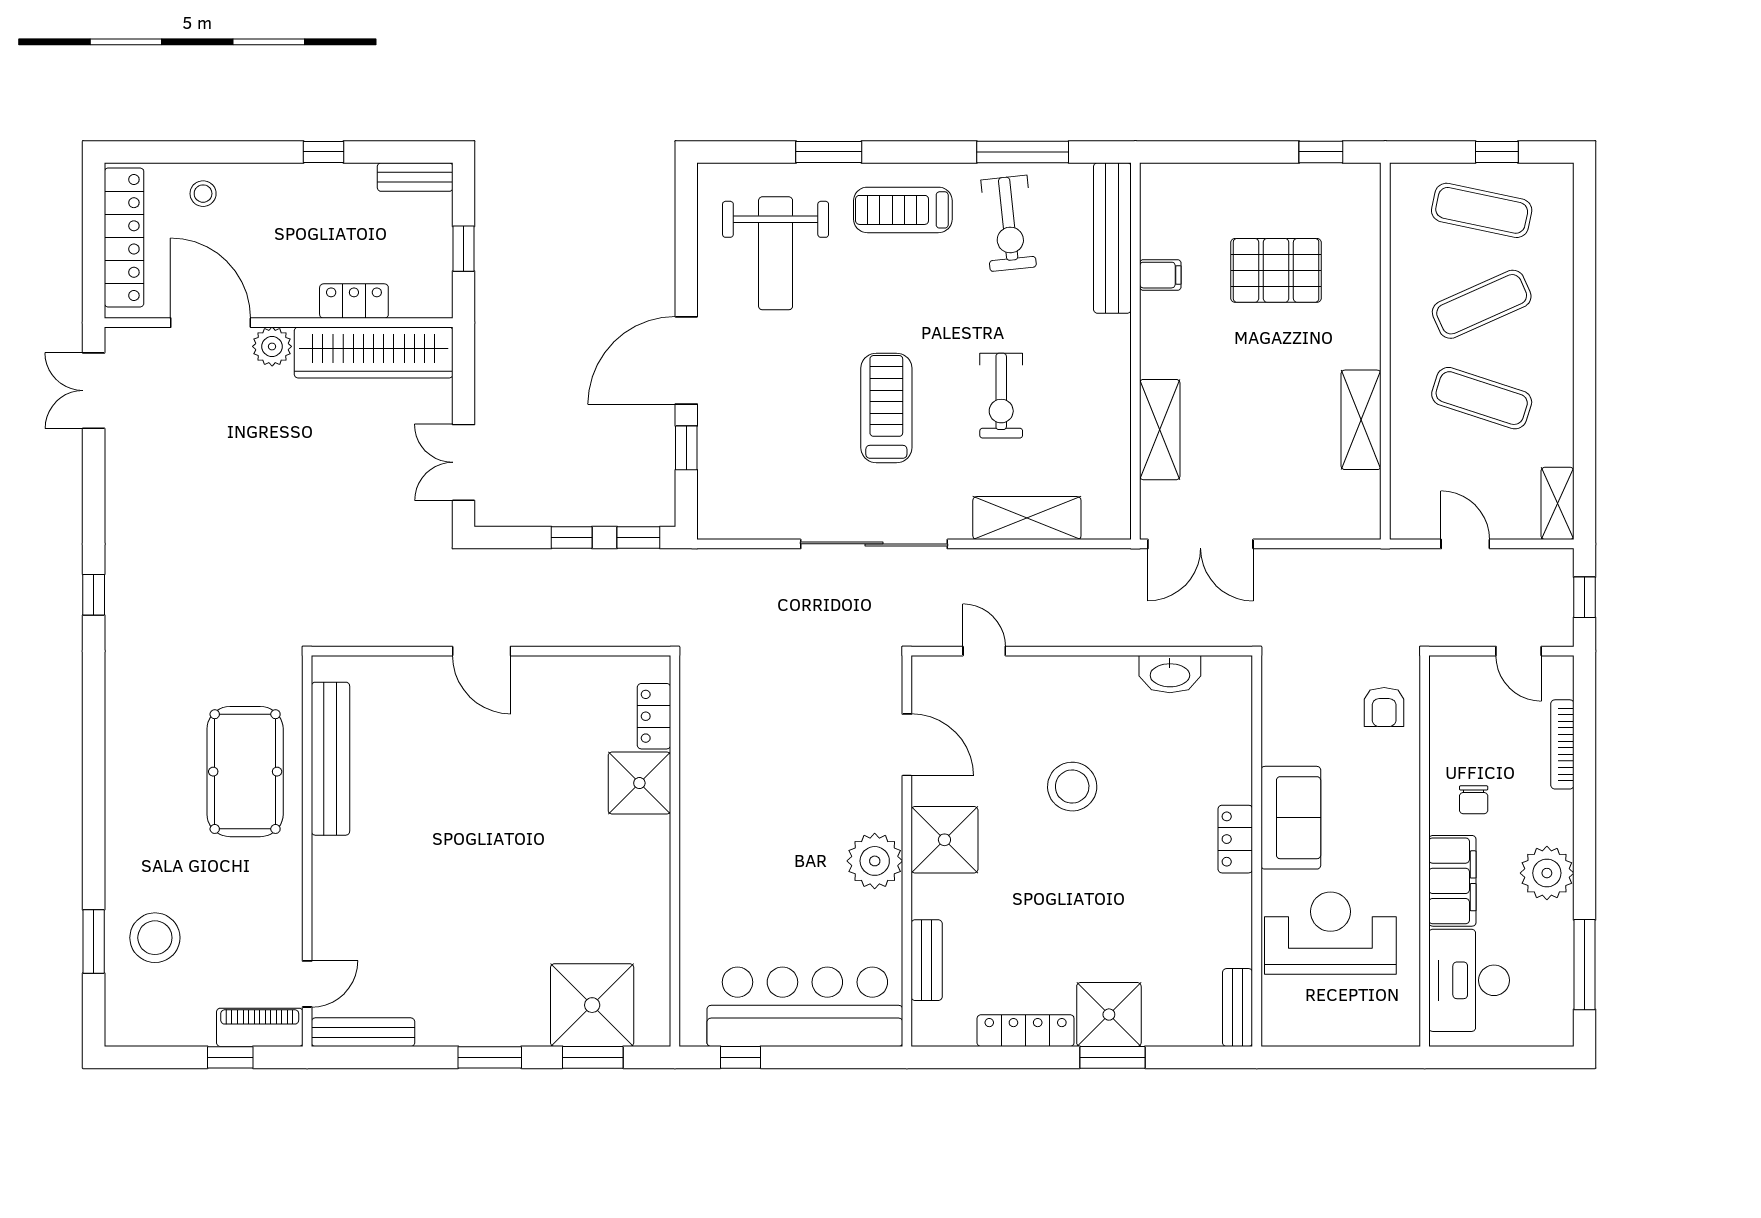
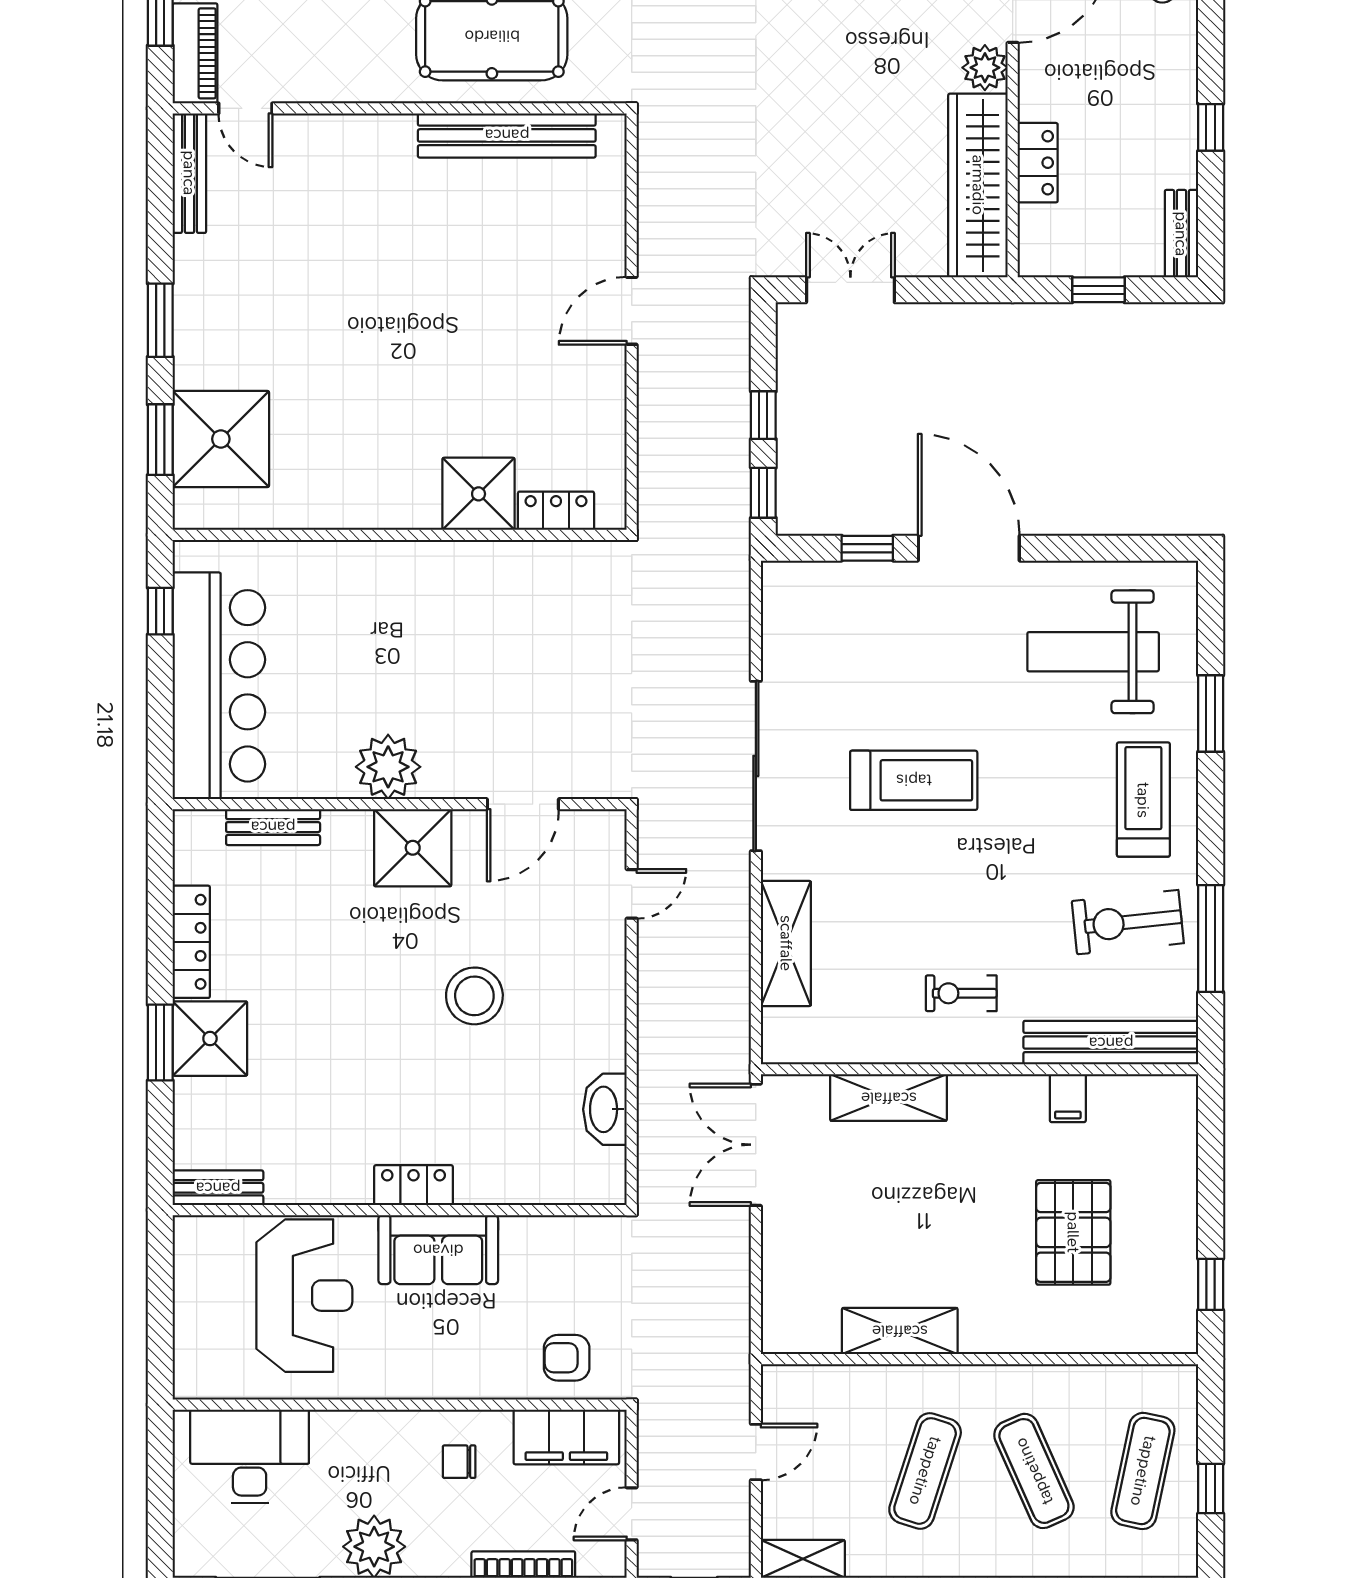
exercise bike: (1001, 396) -> (961, 993), moved, width x0.73, depth x0.72
filing cabinet: (1452, 881) -> (566, 1437), moved

